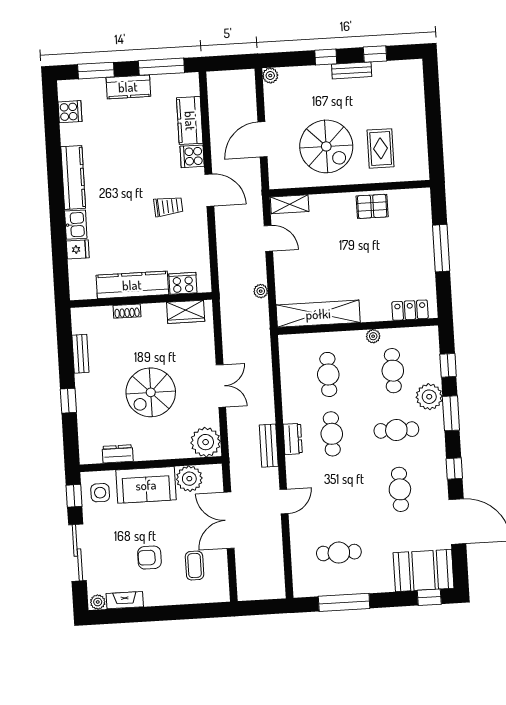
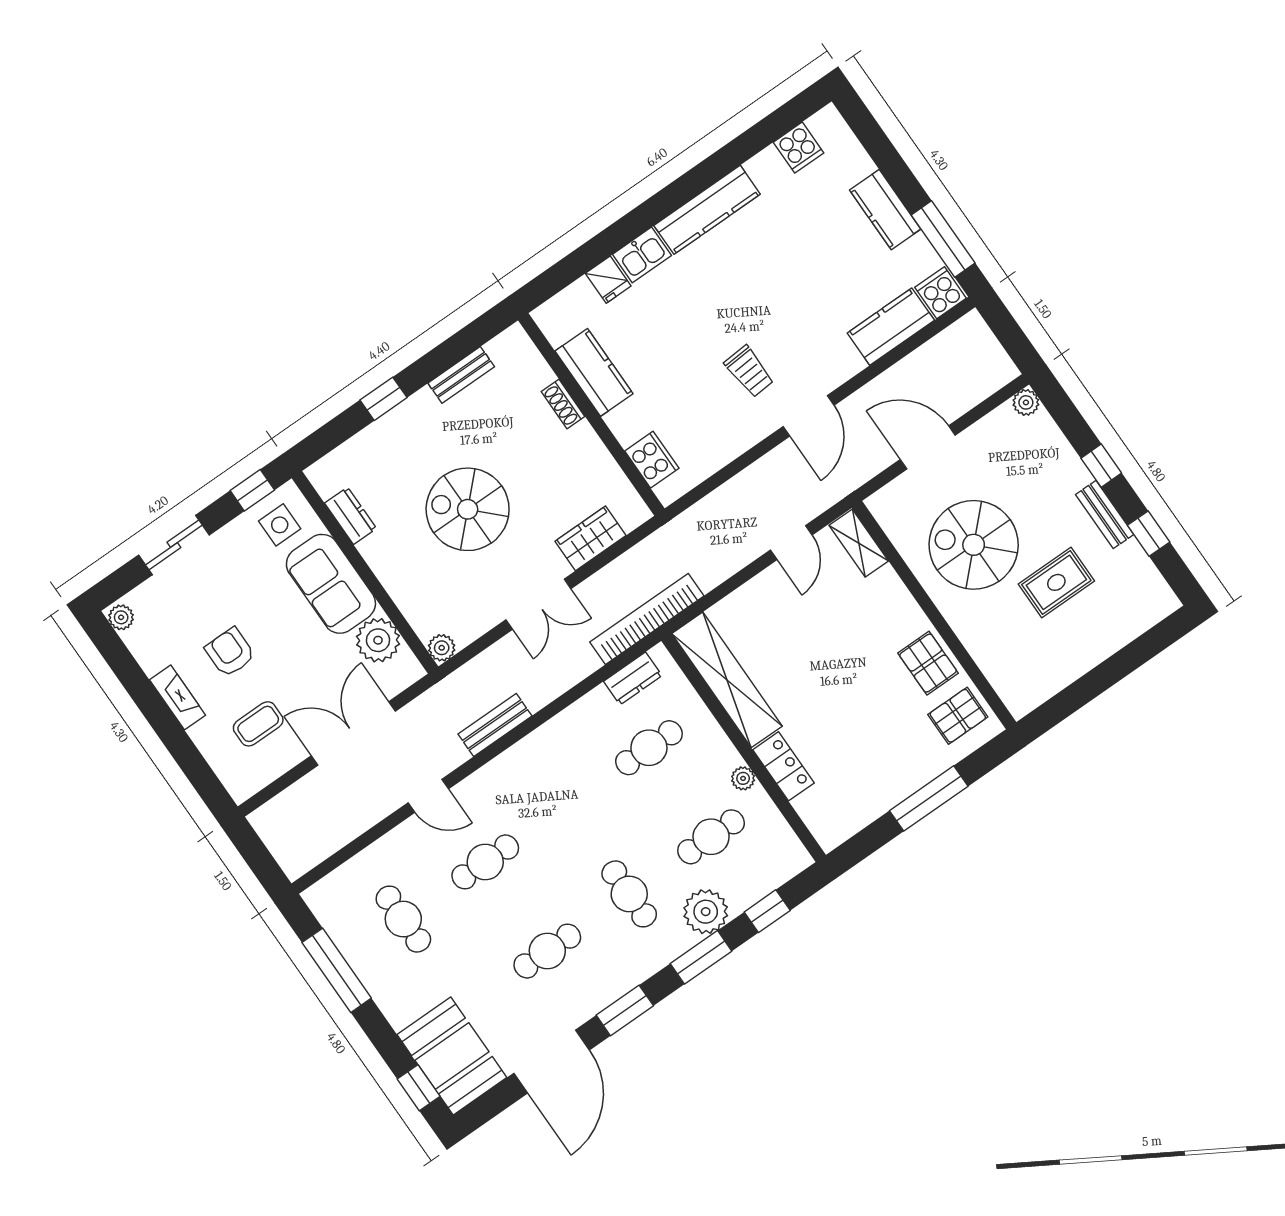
window: (96, 71) -> (880, 149), removed
spiral stairs: (326, 146) -> (974, 545), turned 90
rug: (381, 148) -> (1056, 582), moved
cooker: (192, 156) -> (941, 293), moved
pallet: (408, 208) -> (958, 716), added
kitchen counter: (132, 285) -> (594, 372), width x0.67
plant: (261, 291) -> (709, 578), removed
locker: (410, 310) -> (783, 766), moved
wardrobe: (186, 312) -> (590, 538), moved, turned 90
bookcase: (262, 335) -> (647, 619), added
cafe table: (332, 434) -> (485, 862), moved
dresser: (293, 439) -> (633, 678), moved
plant: (206, 442) -> (442, 648), width x0.53, depth x0.53
window: (454, 468) -> (625, 1010), width x1.50
sliding door: (77, 553) -> (174, 545), width x0.73
fireplace: (125, 600) -> (178, 697), moved

